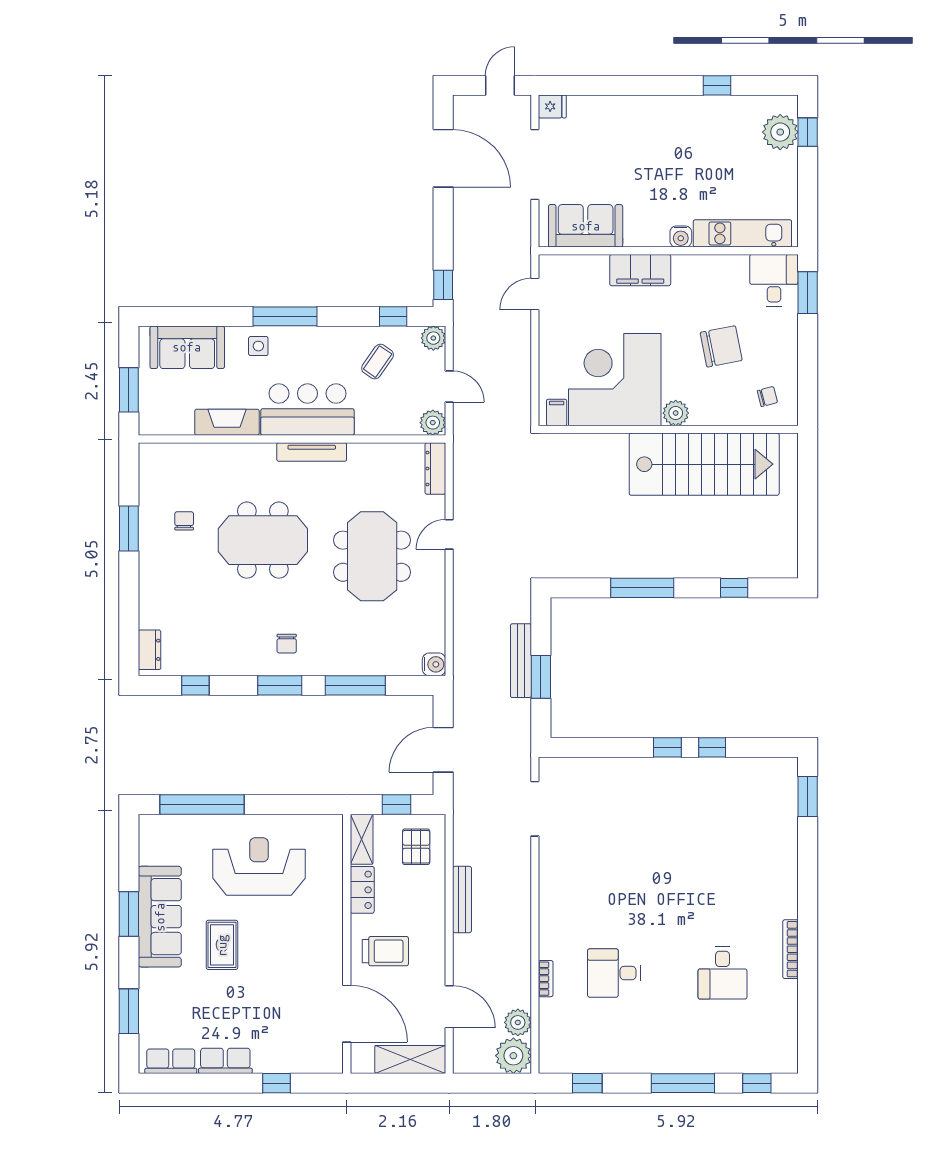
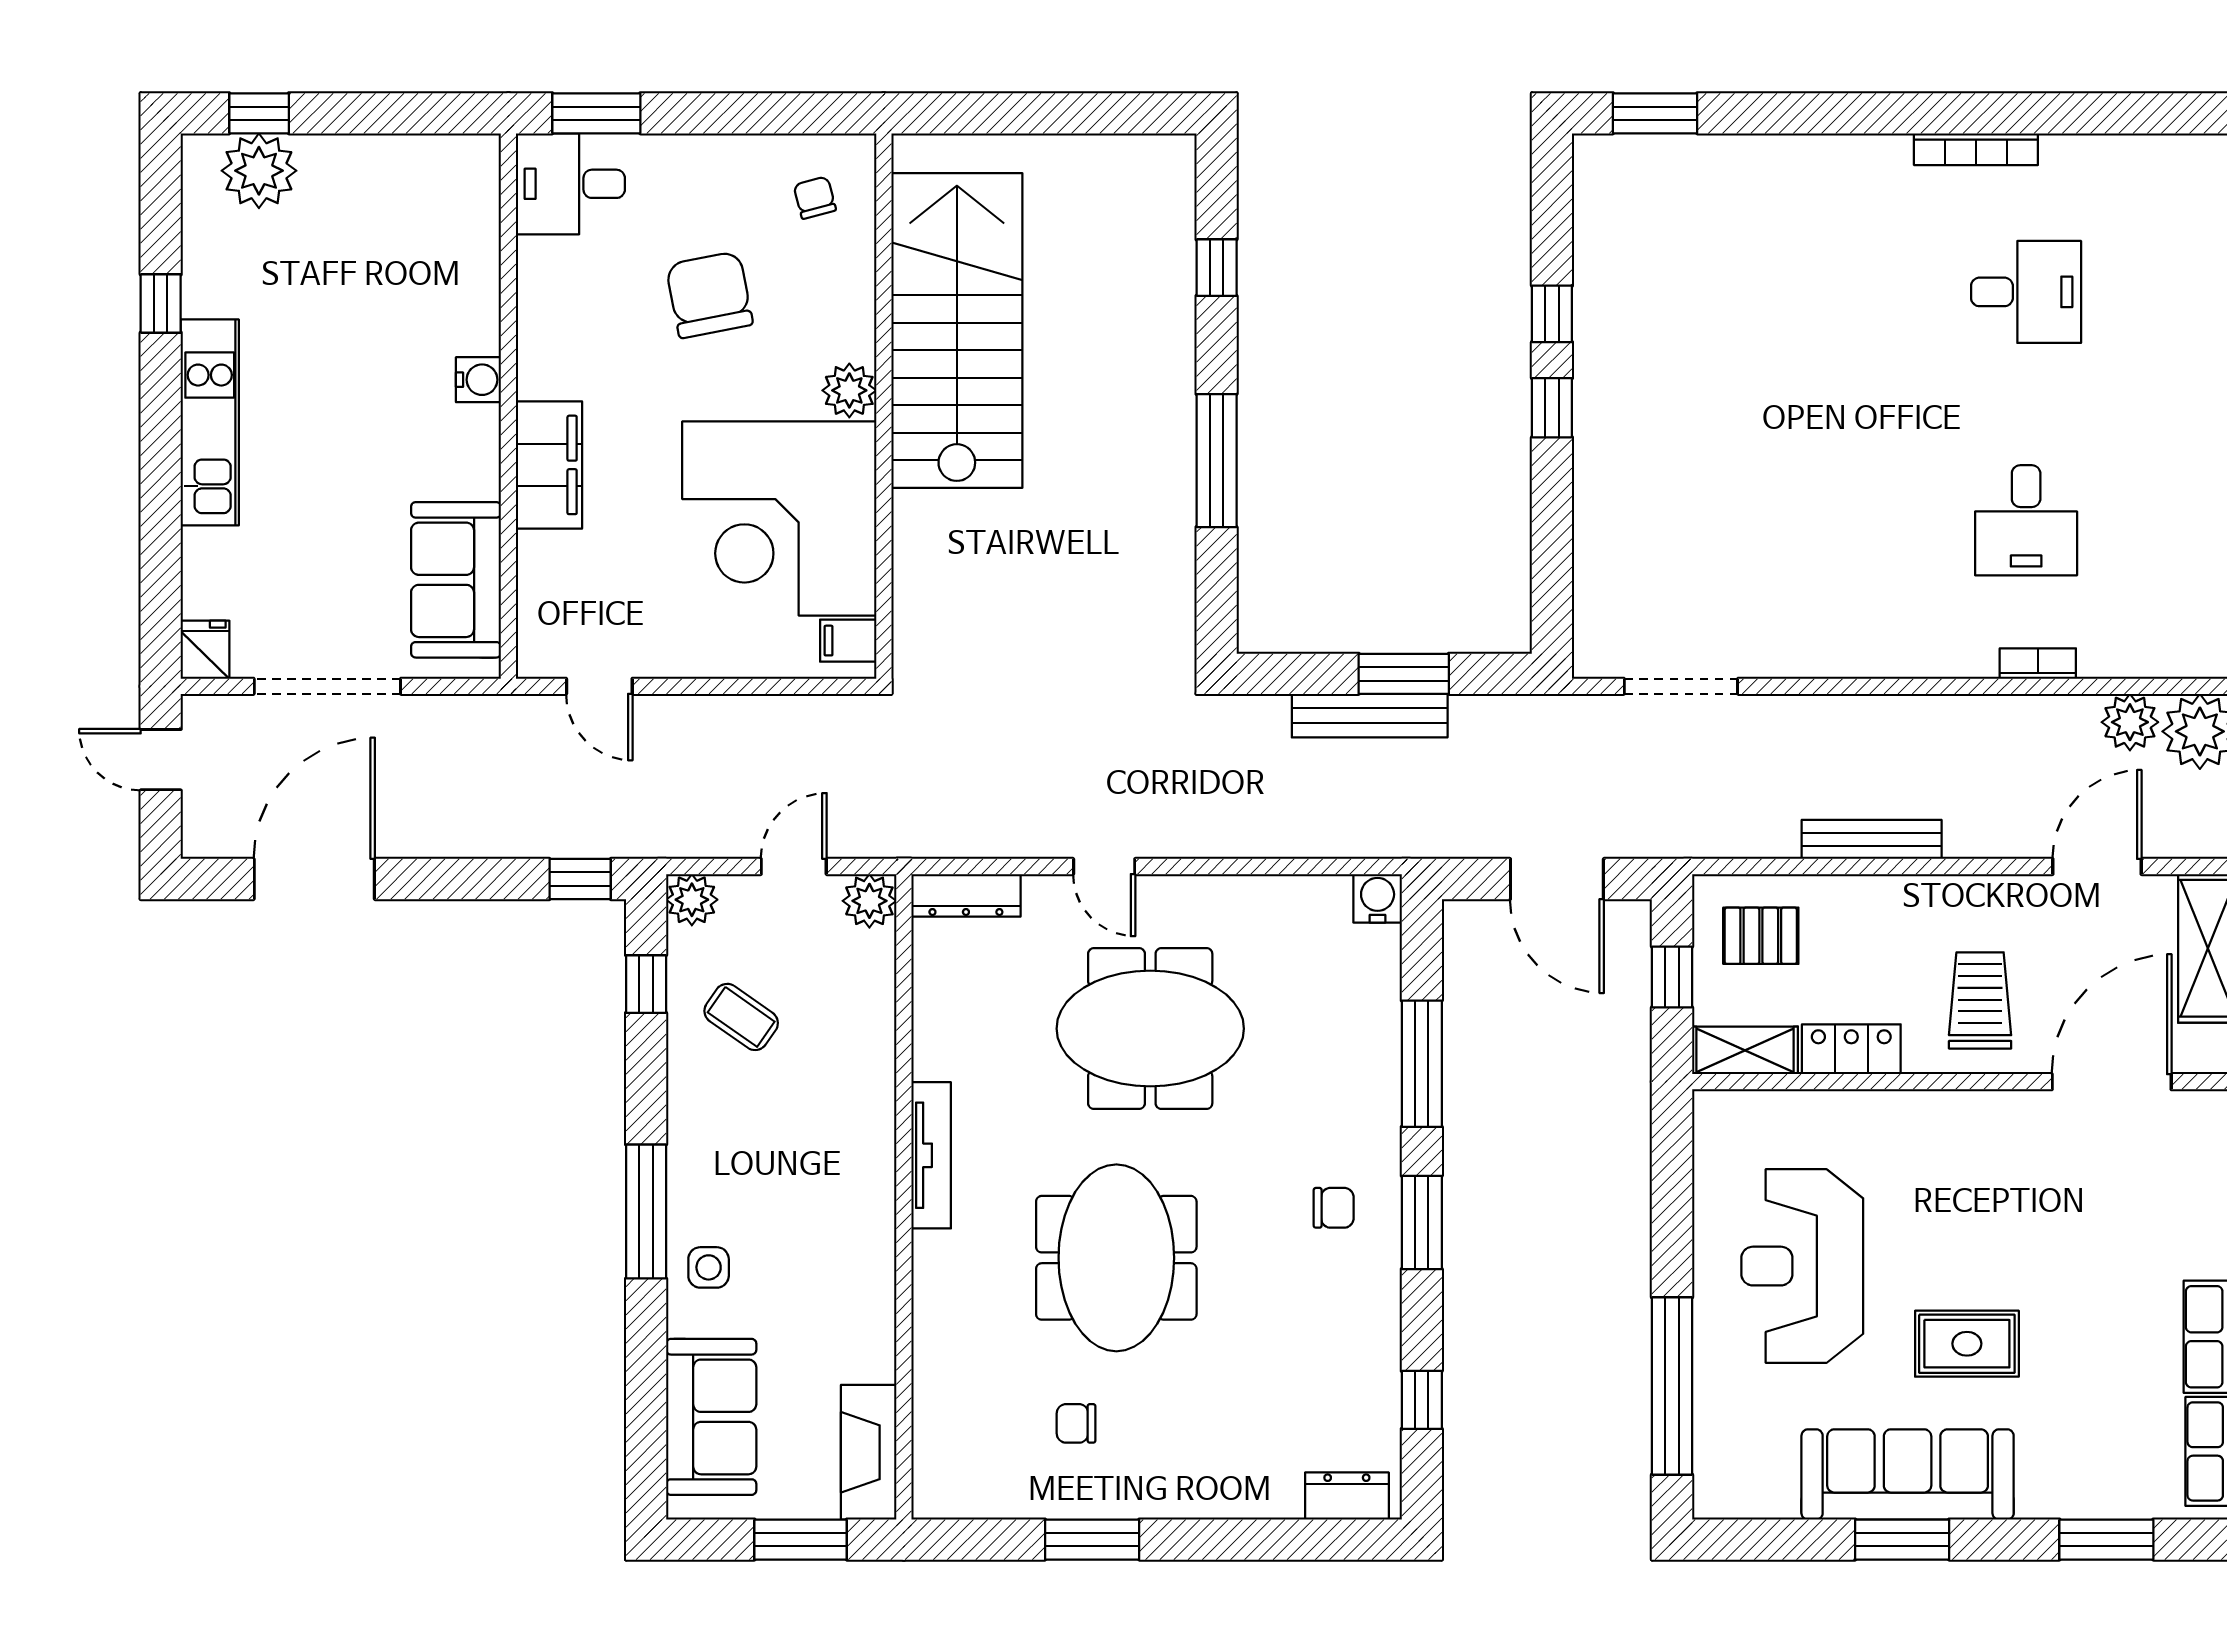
kitchen unit: (742, 233) -> (210, 422), moved, turned 180
bar counter: (307, 410) -> (842, 1164), removed
fireplace: (227, 422) -> (869, 1452), moved

